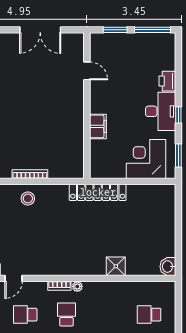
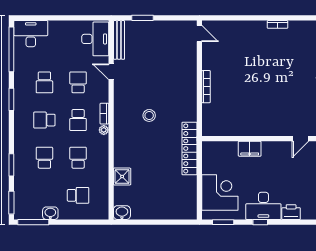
stool: (28, 198) -> (149, 115), moved
shower: (116, 266) -> (122, 177), moved
school desk: (66, 315) -> (78, 120), turned 90
school desk: (108, 315) -> (78, 158), added
school desk: (149, 315) -> (78, 195), turned 90

